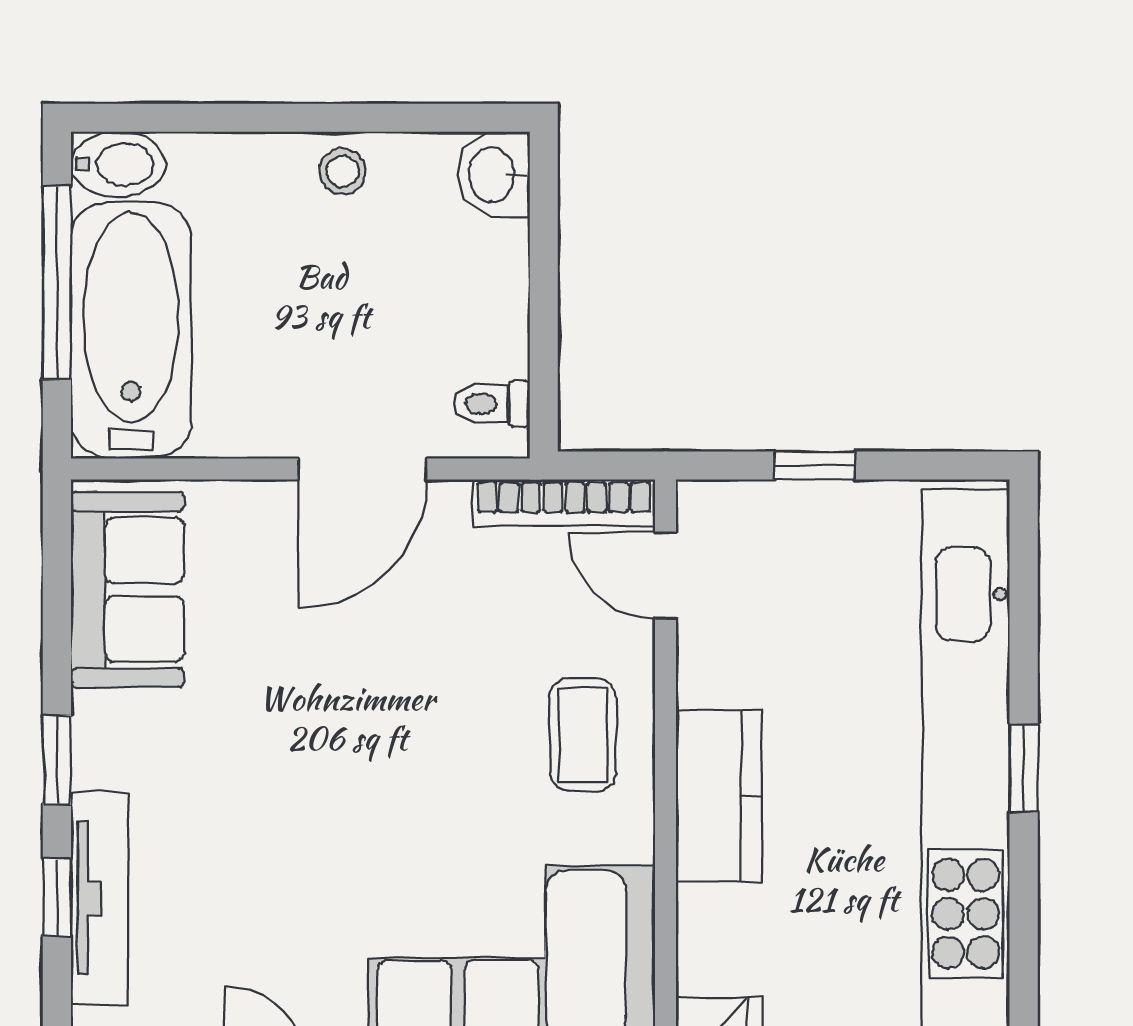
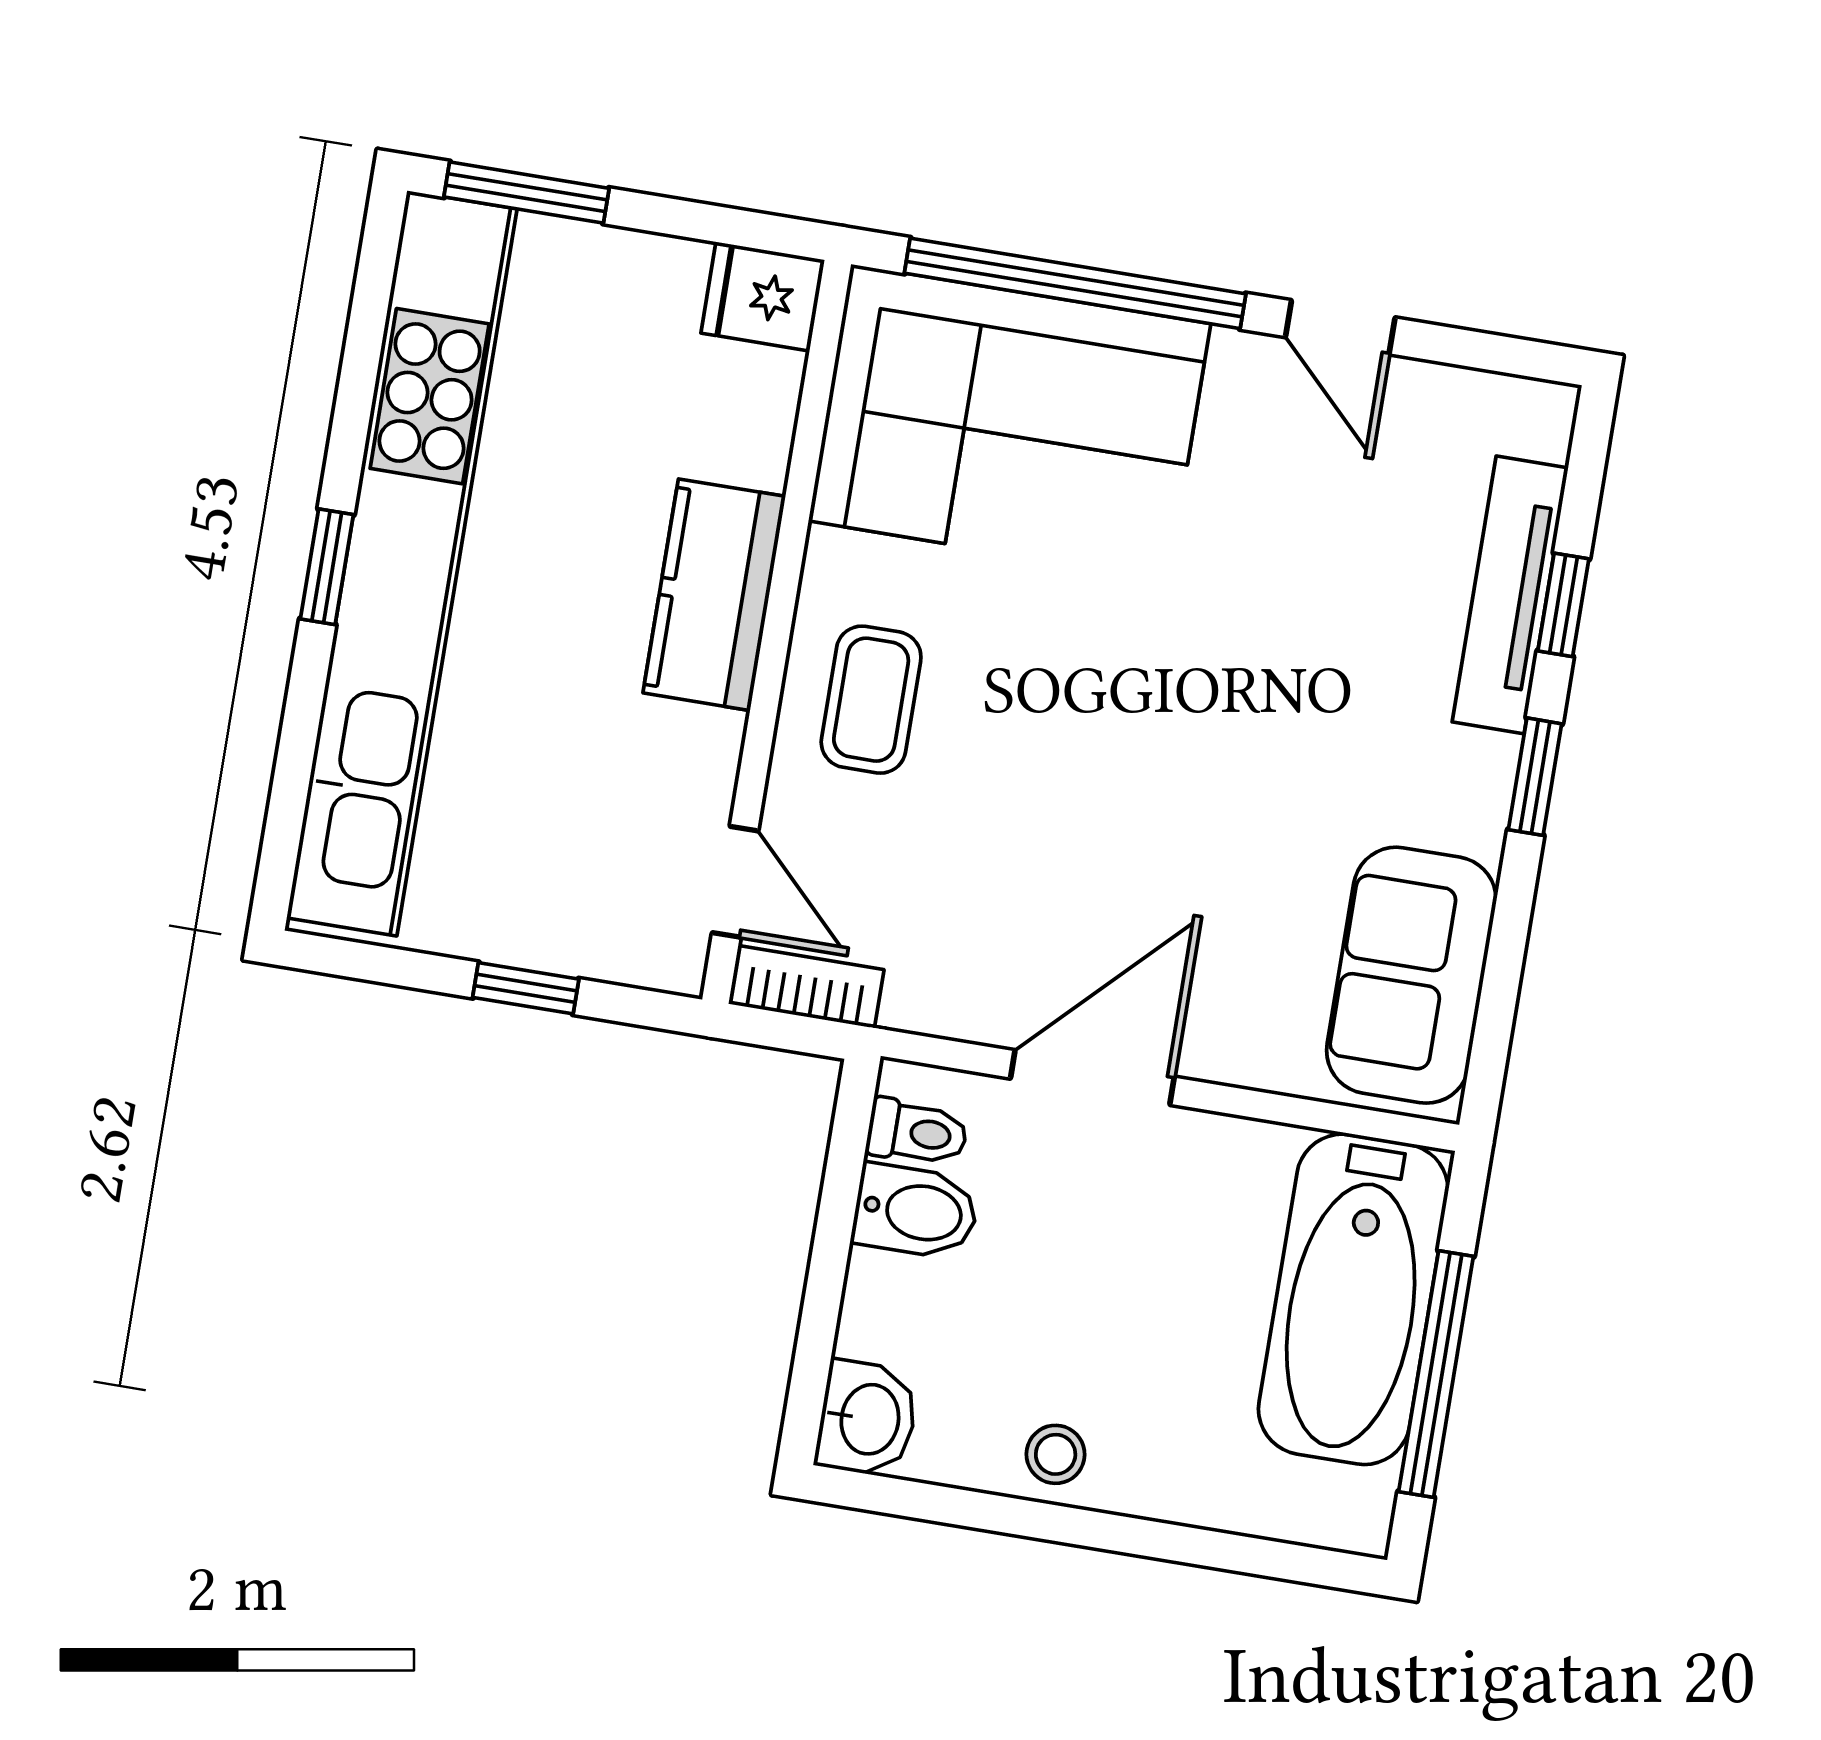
bidet: (118, 164) -> (916, 1211), moved, turned 180
bookcase: (564, 503) -> (806, 987), width x0.64

